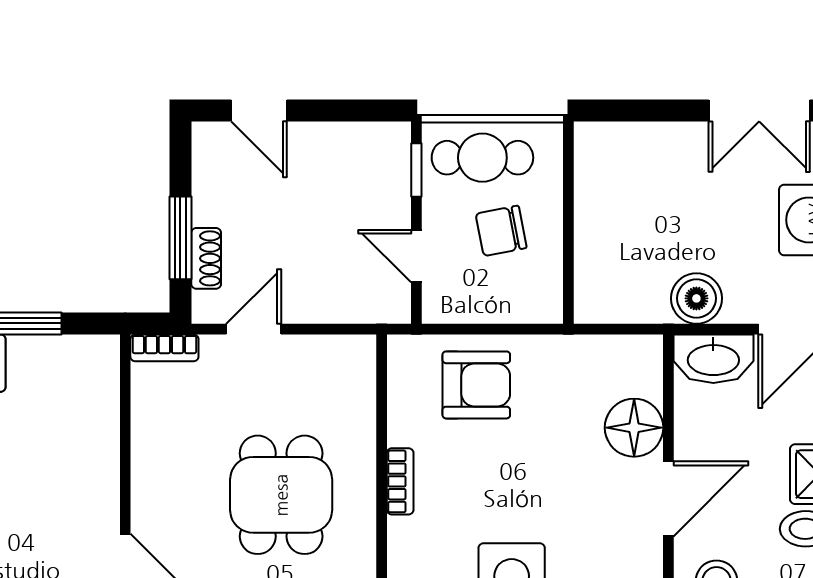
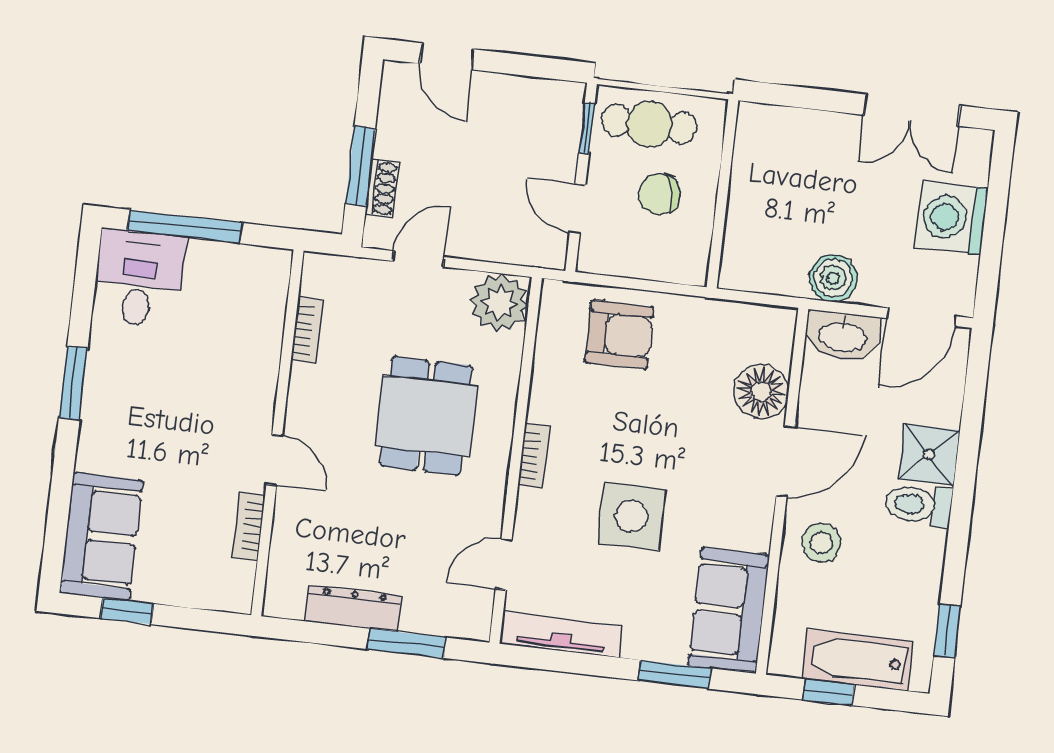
bookcase: (164, 348) -> (307, 330), moved, turned -90
plant: (345, 366) -> (499, 303), added
bookcase: (400, 481) -> (534, 456), moved

